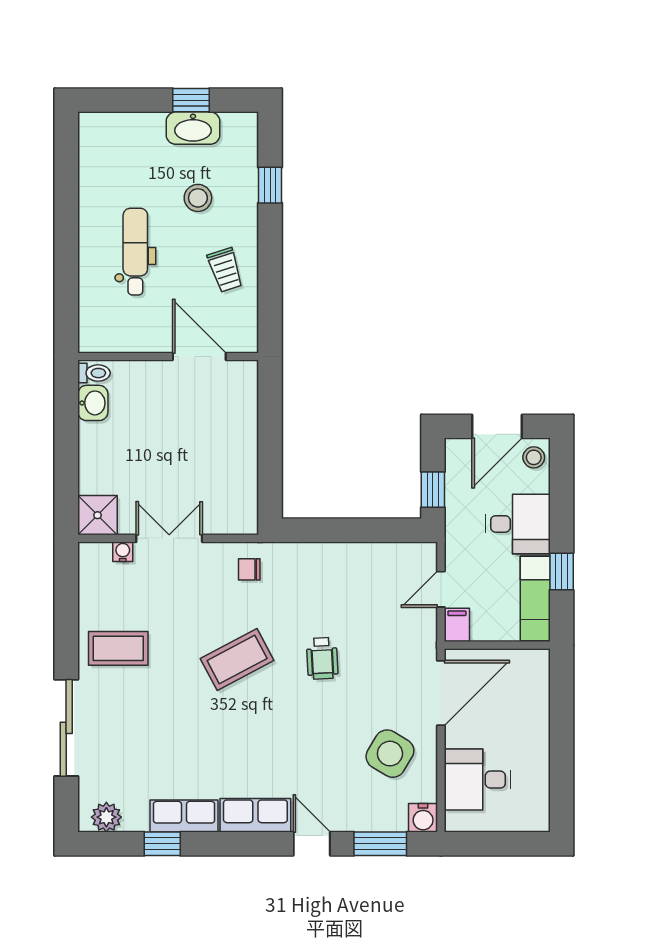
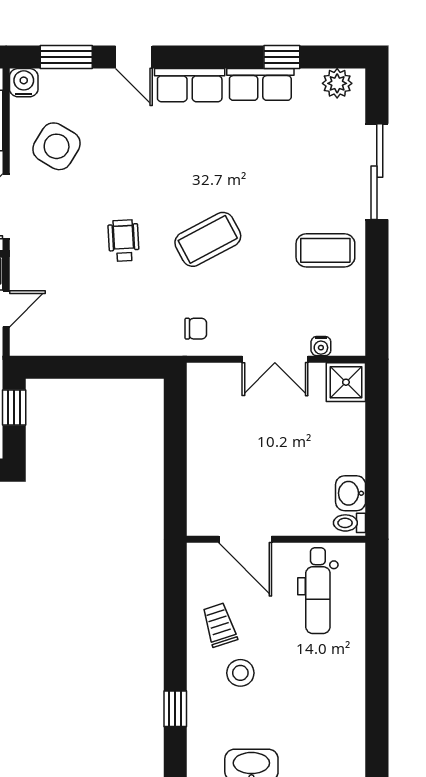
stool: (198, 198) -> (240, 673), moved
dental chair: (135, 252) -> (318, 591), moved

